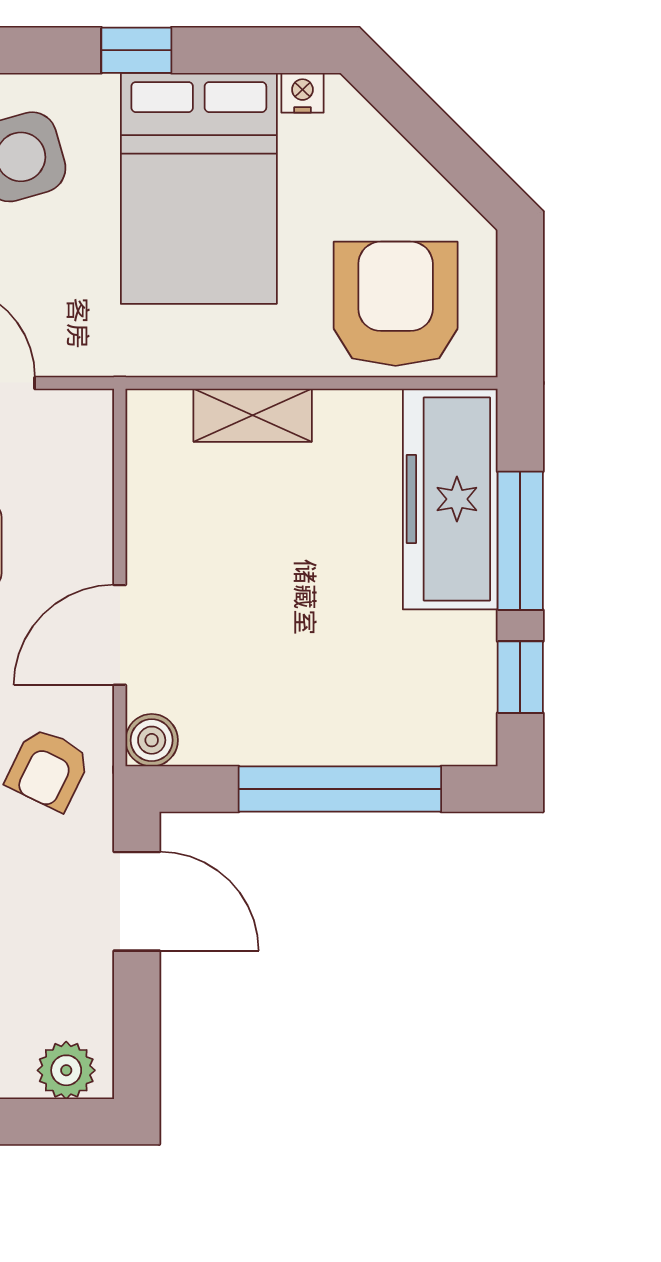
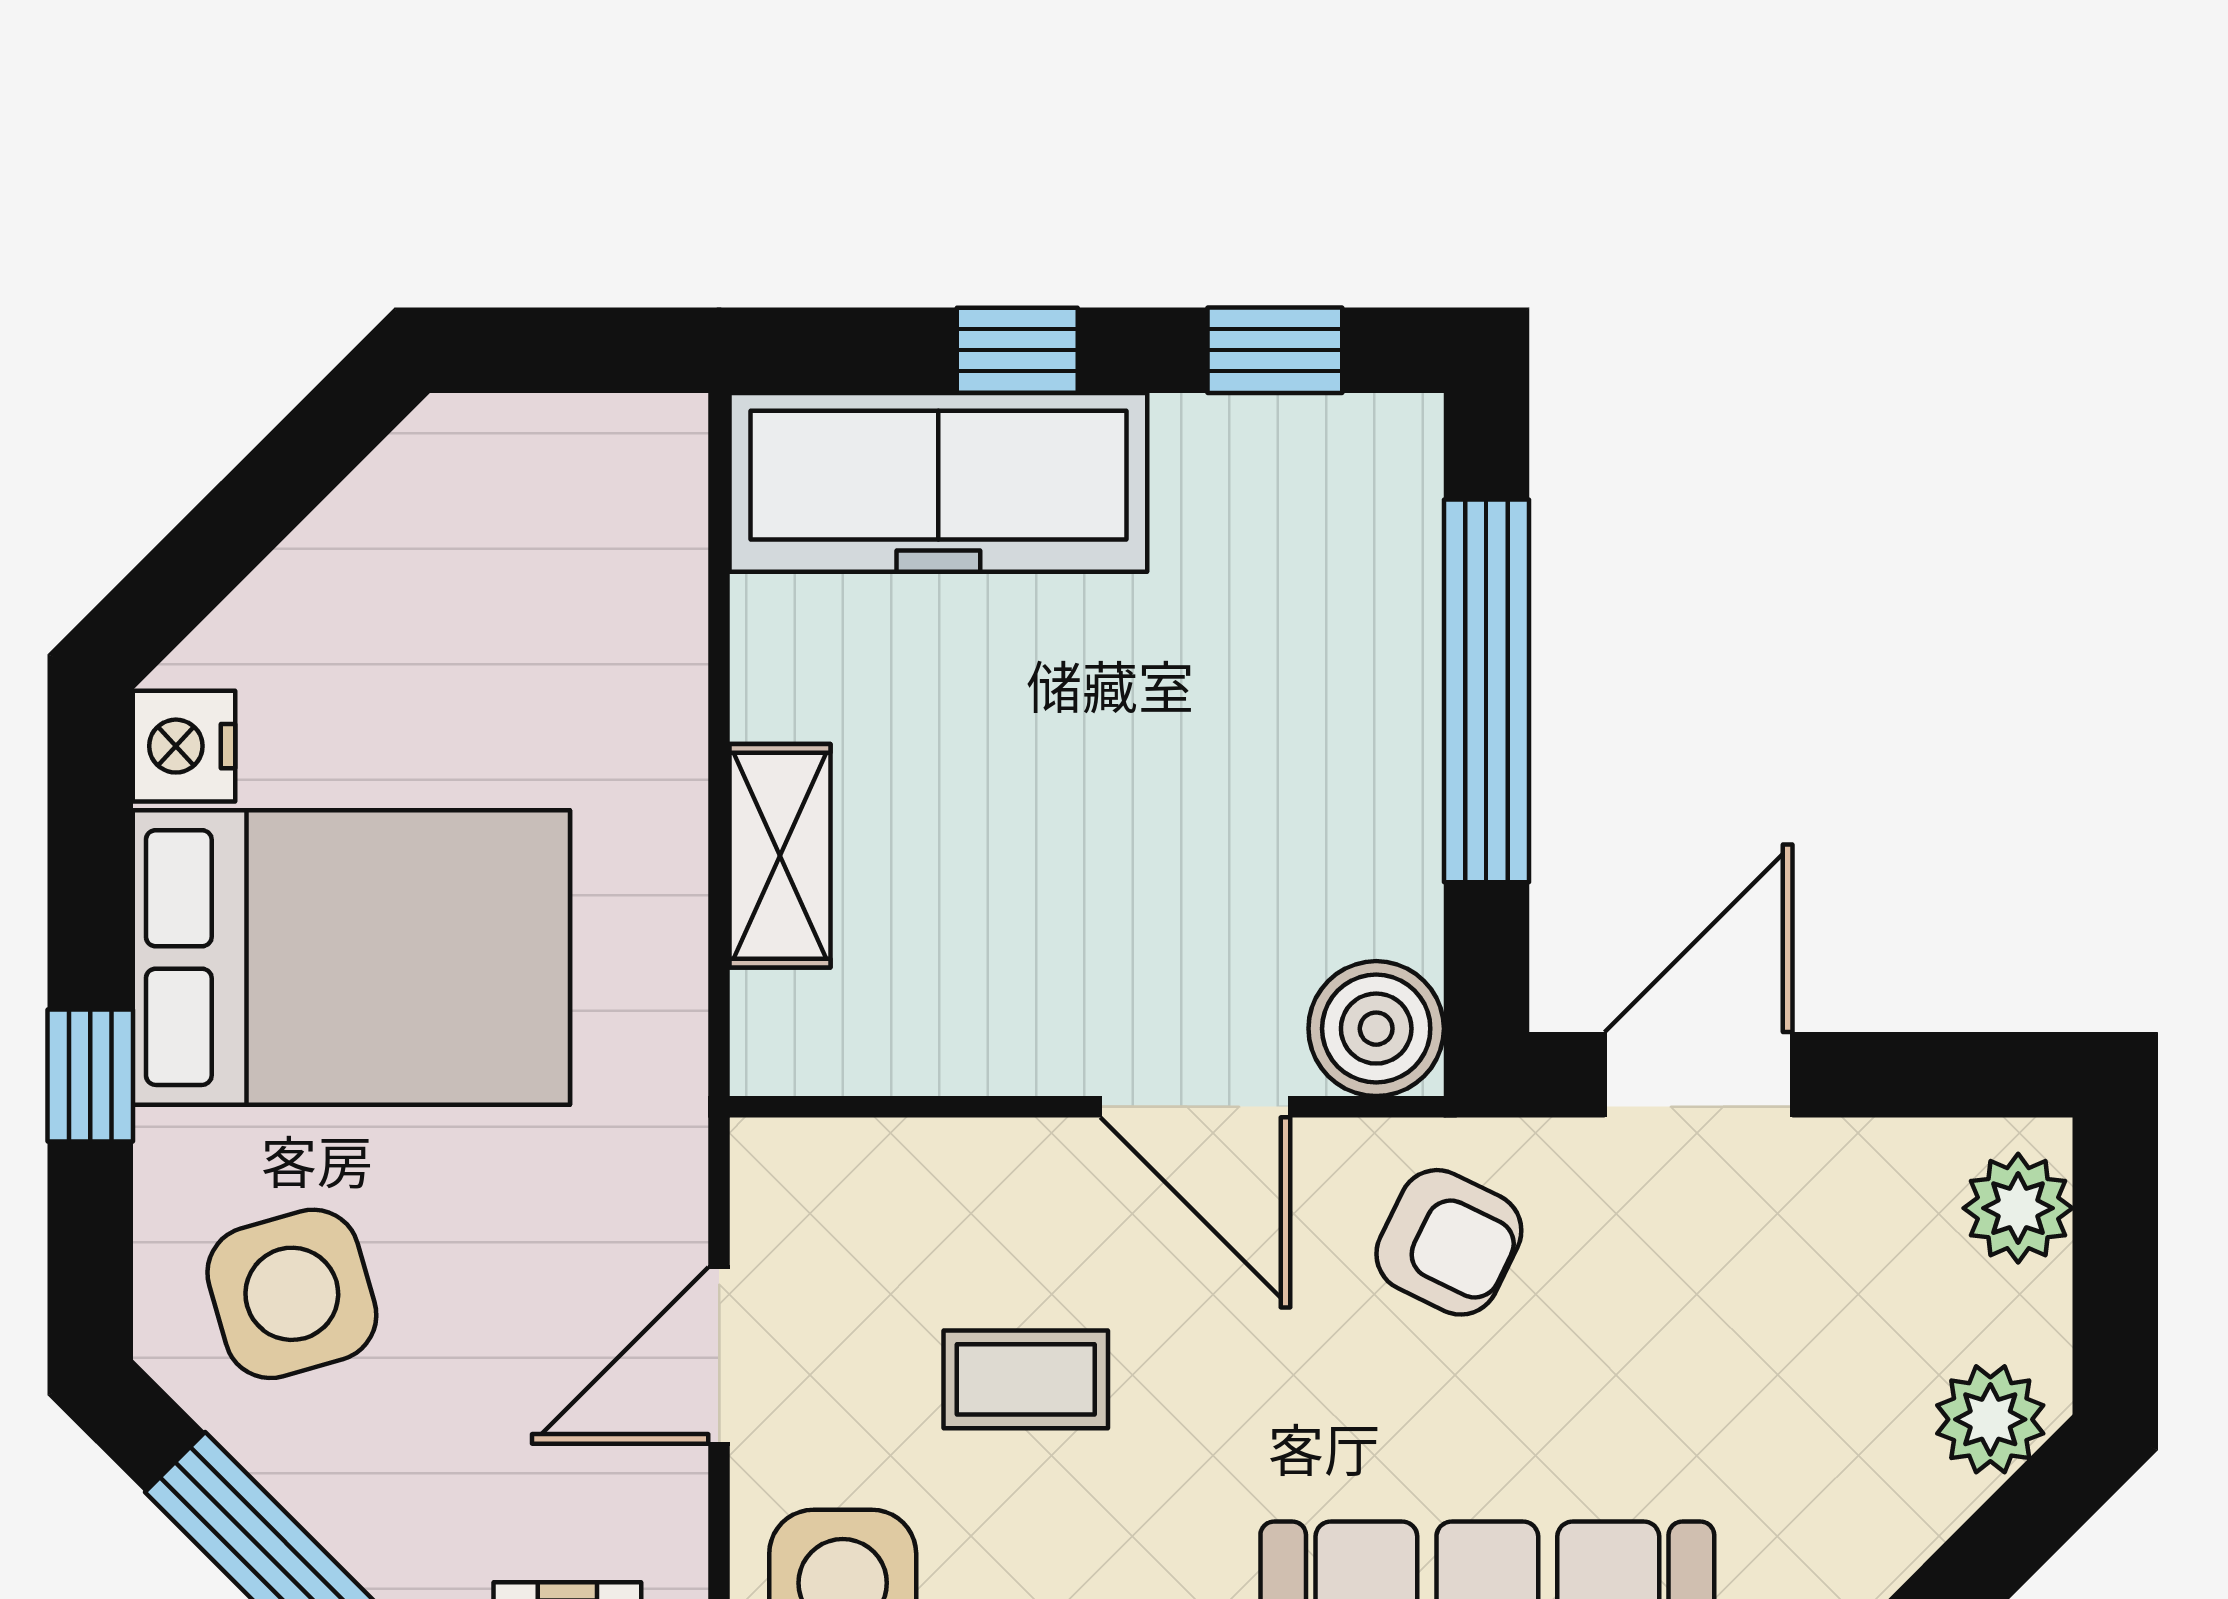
nightstand: (302, 93) -> (184, 746), width x1.39, depth x1.35
armchair: (396, 304) -> (569, 586), removed
window: (520, 541) -> (1017, 350), width x0.46
boiler: (152, 740) -> (1376, 1029), width x1.36, depth x1.36

